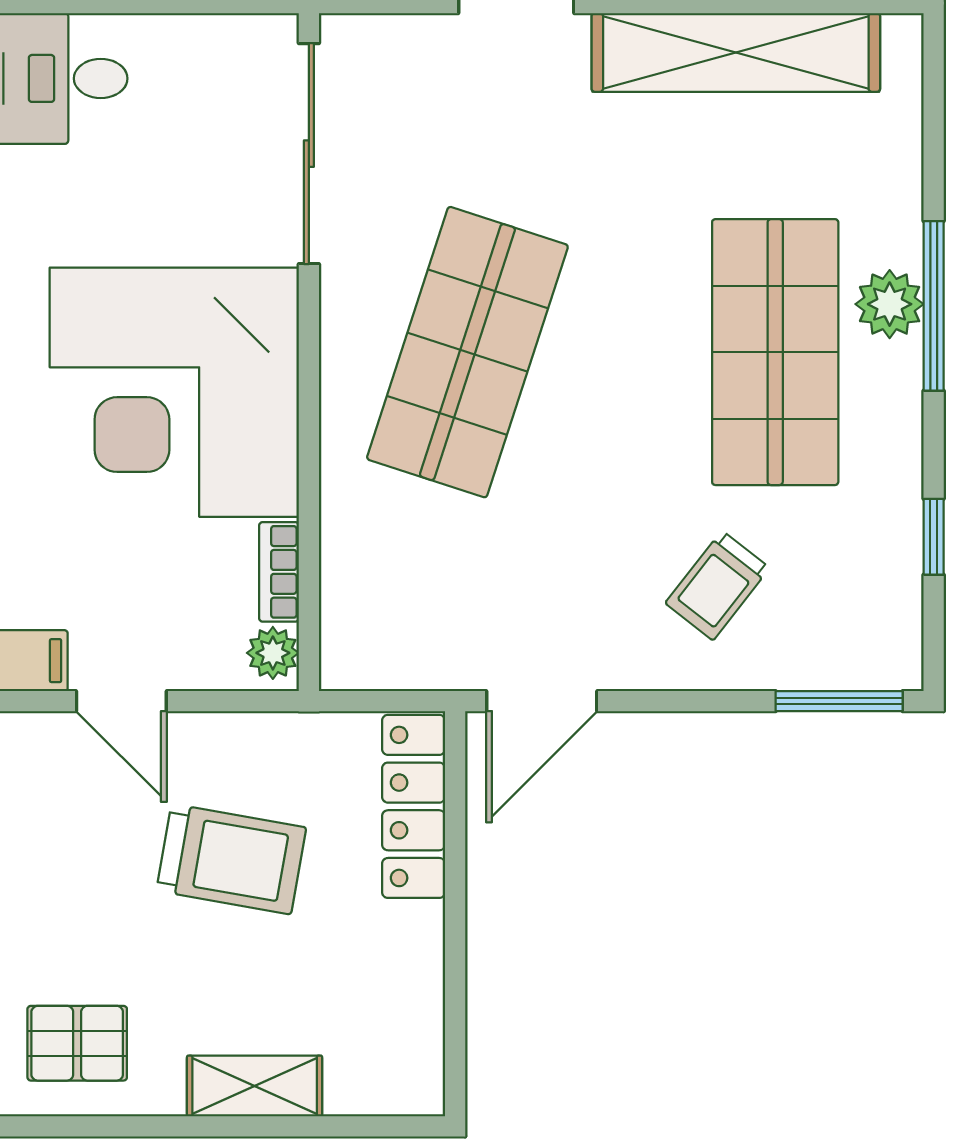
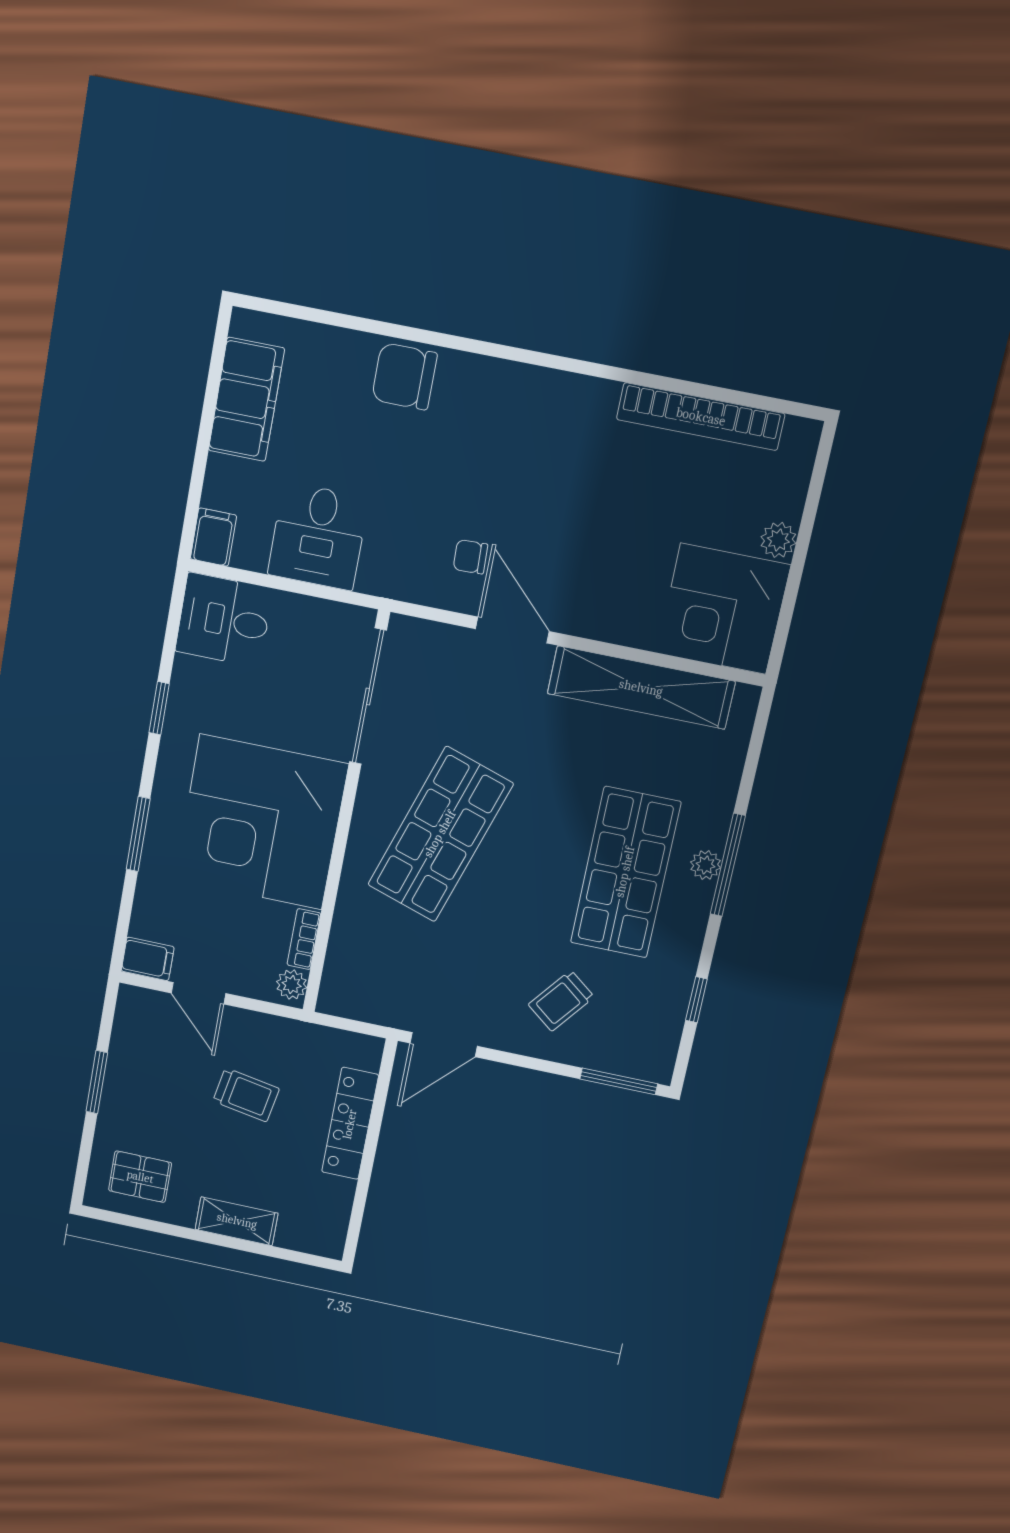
plant: (890, 304) -> (706, 865), width x0.73, depth x0.73
locker: (414, 806) -> (350, 1124), moved
trolley: (231, 859) -> (246, 1095), width x0.73, depth x0.72

